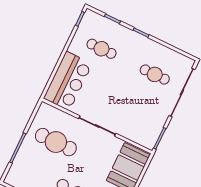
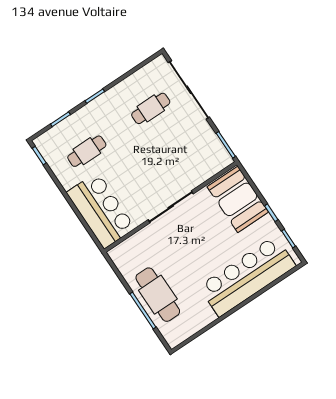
cafe table: (56, 142) -> (158, 295), moved, turned 90

